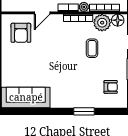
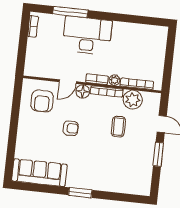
floor lamp: (118, 20) -> (83, 91), moved
armchair: (111, 87) -> (71, 128), moved
window: (84, 111) -> (80, 193), moved

